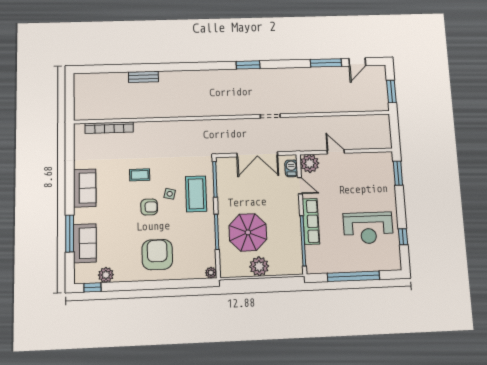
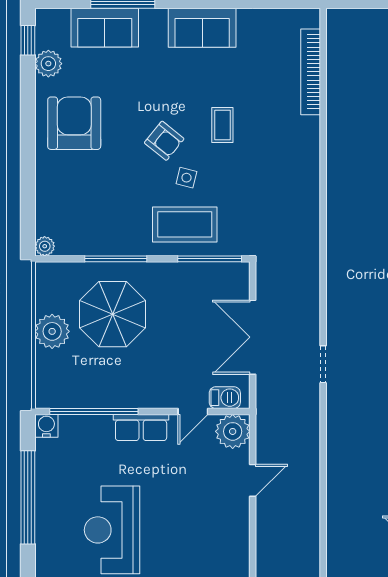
armchair: (149, 207) -> (164, 141), turned -51
row of seats: (311, 221) -> (141, 427), width x0.68
armchair: (157, 255) -> (74, 123), moved, turned -90
water cooler: (313, 267) -> (46, 426), added

